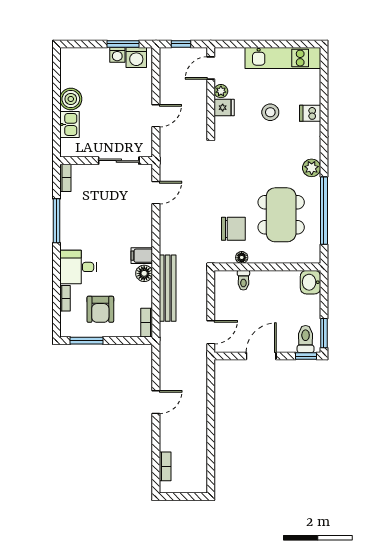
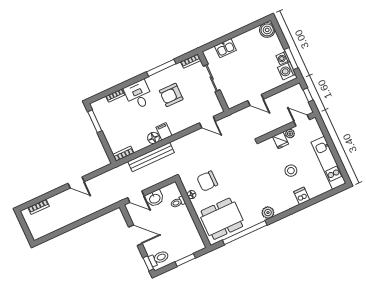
boiler: (71, 99) -> (267, 30), moved
sliding door: (119, 161) -> (212, 78), moved
dining table: (281, 215) -> (222, 219), moved
chair: (233, 229) -> (207, 181), turned 90
washbasin: (310, 282) -> (155, 198), moved, turned 180
armchair: (100, 309) -> (171, 95), moved
window: (324, 333) -> (185, 260), moved

